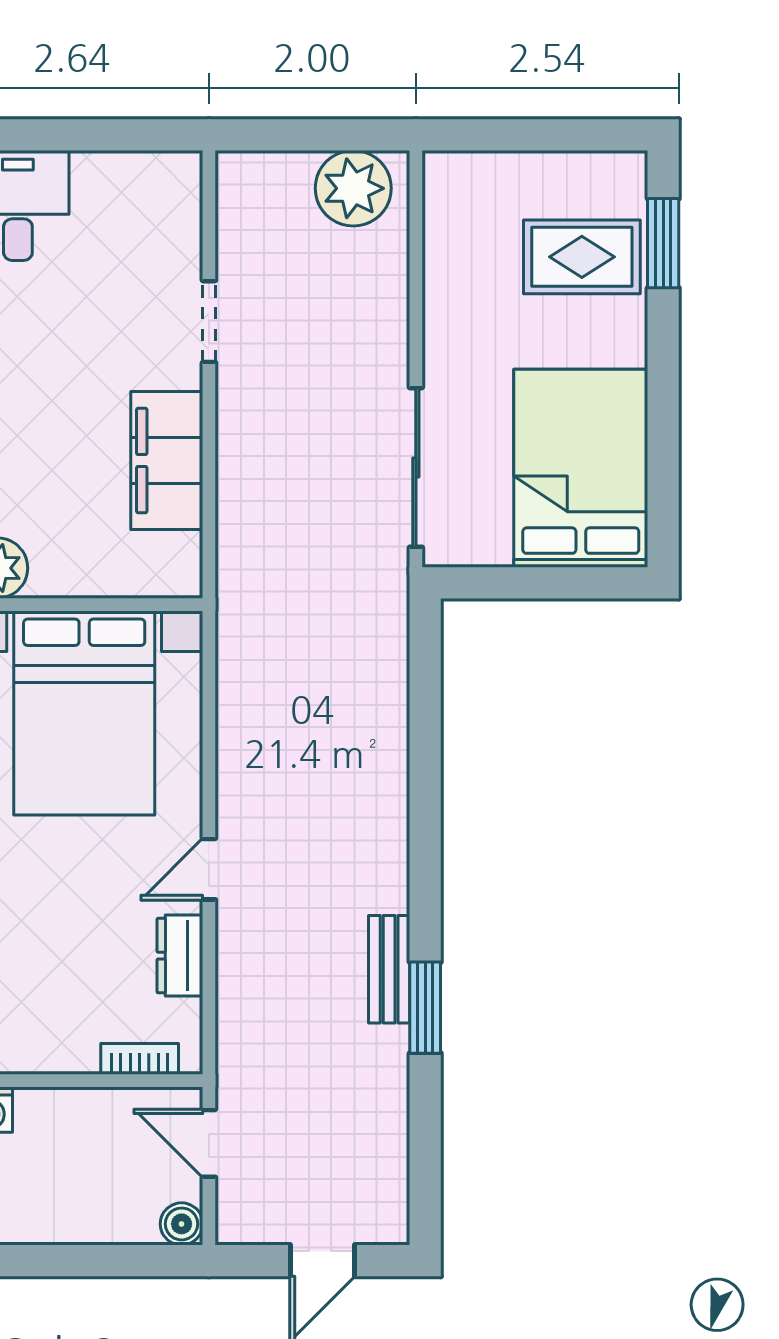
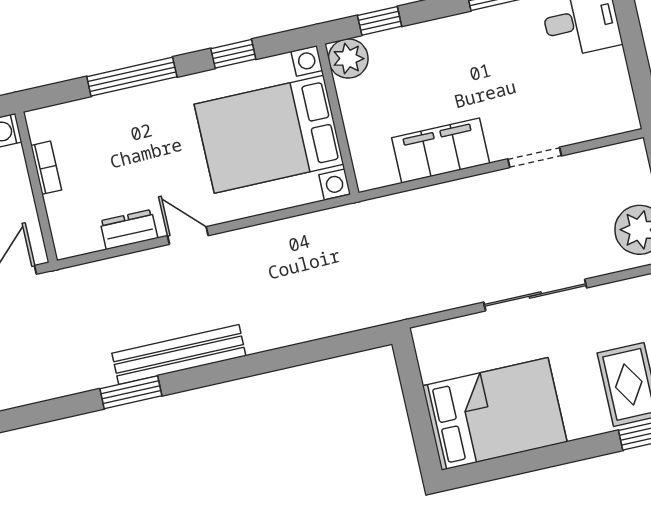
sliding door: (416, 467) -> (535, 295), moved
bench: (389, 969) -> (179, 355), width x1.86, depth x1.21
bookcase: (140, 1059) -> (46, 168), moved

